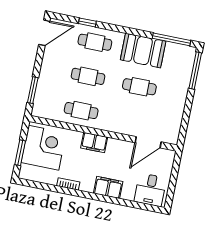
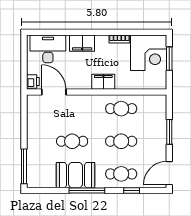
window: (172, 39) -> (87, 191), moved
window: (33, 90) -> (169, 132), moved
door: (148, 142) -> (54, 92), hinge flipped
corner desk: (44, 148) -> (149, 53), moved, turned -90
printer: (168, 158) -> (33, 81), added
desk: (150, 190) -> (48, 49), width x1.37

